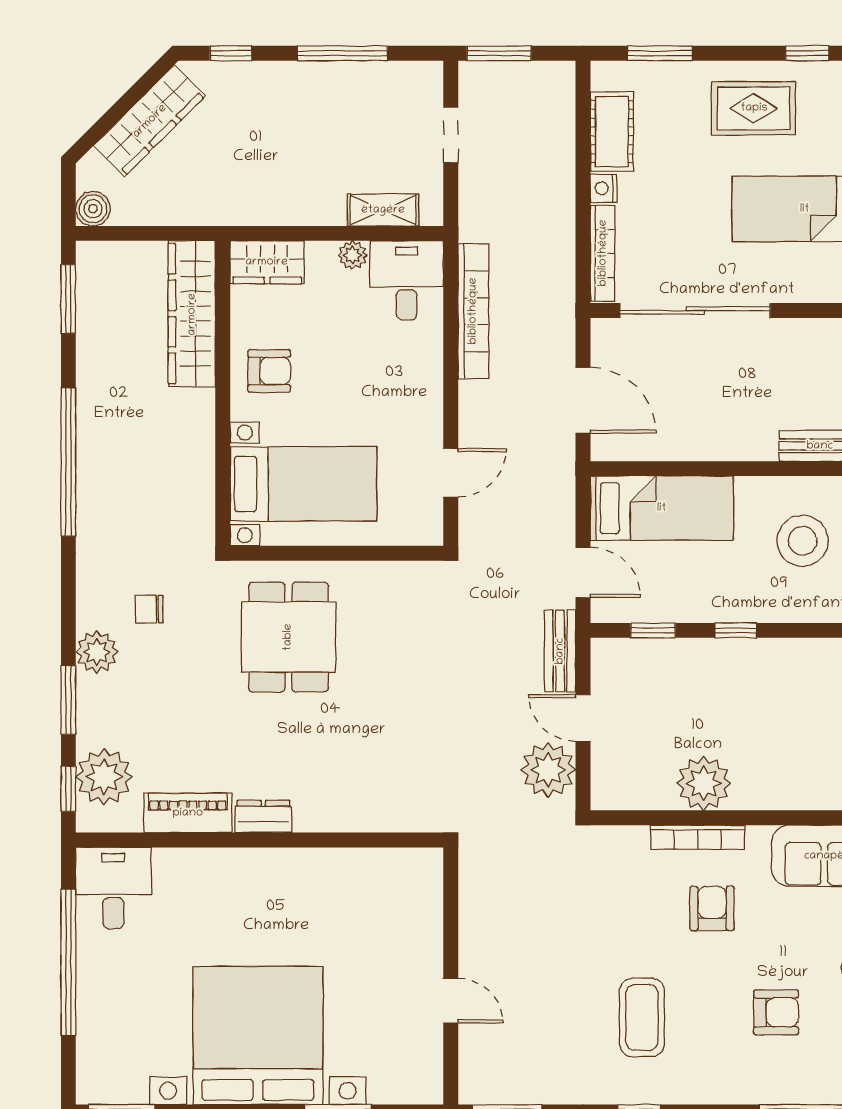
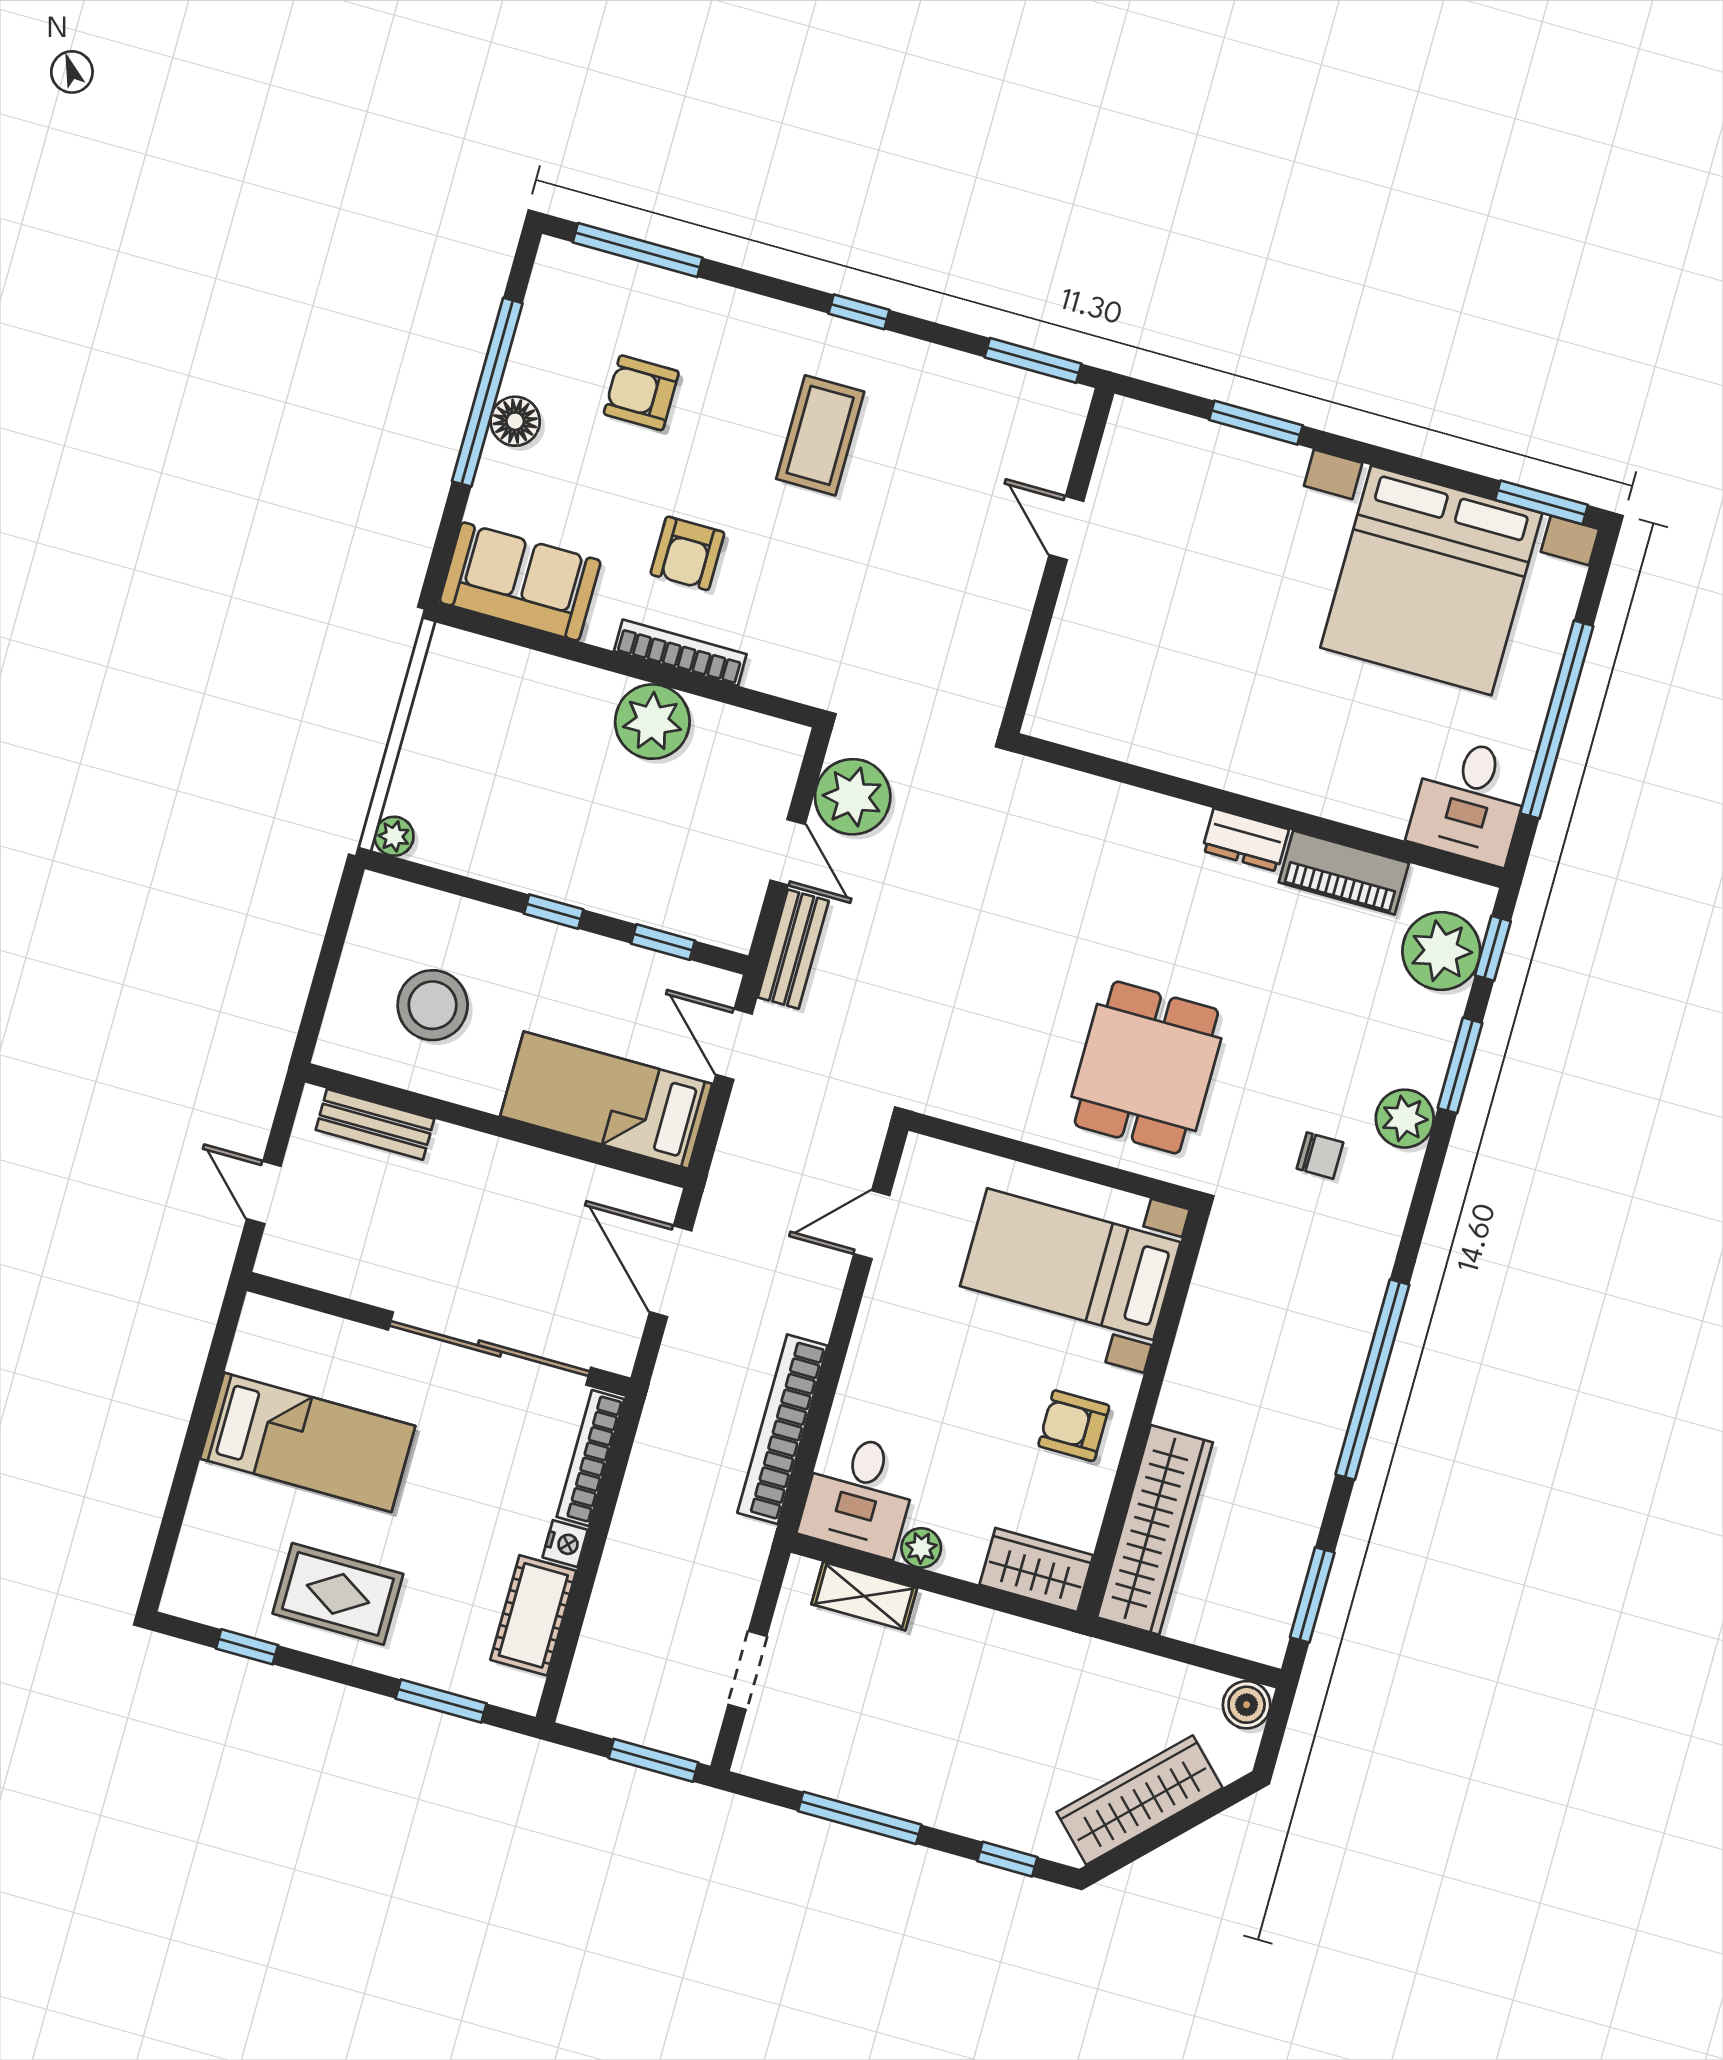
bed with nightstands: (258, 1035) -> (1431, 580), moved

